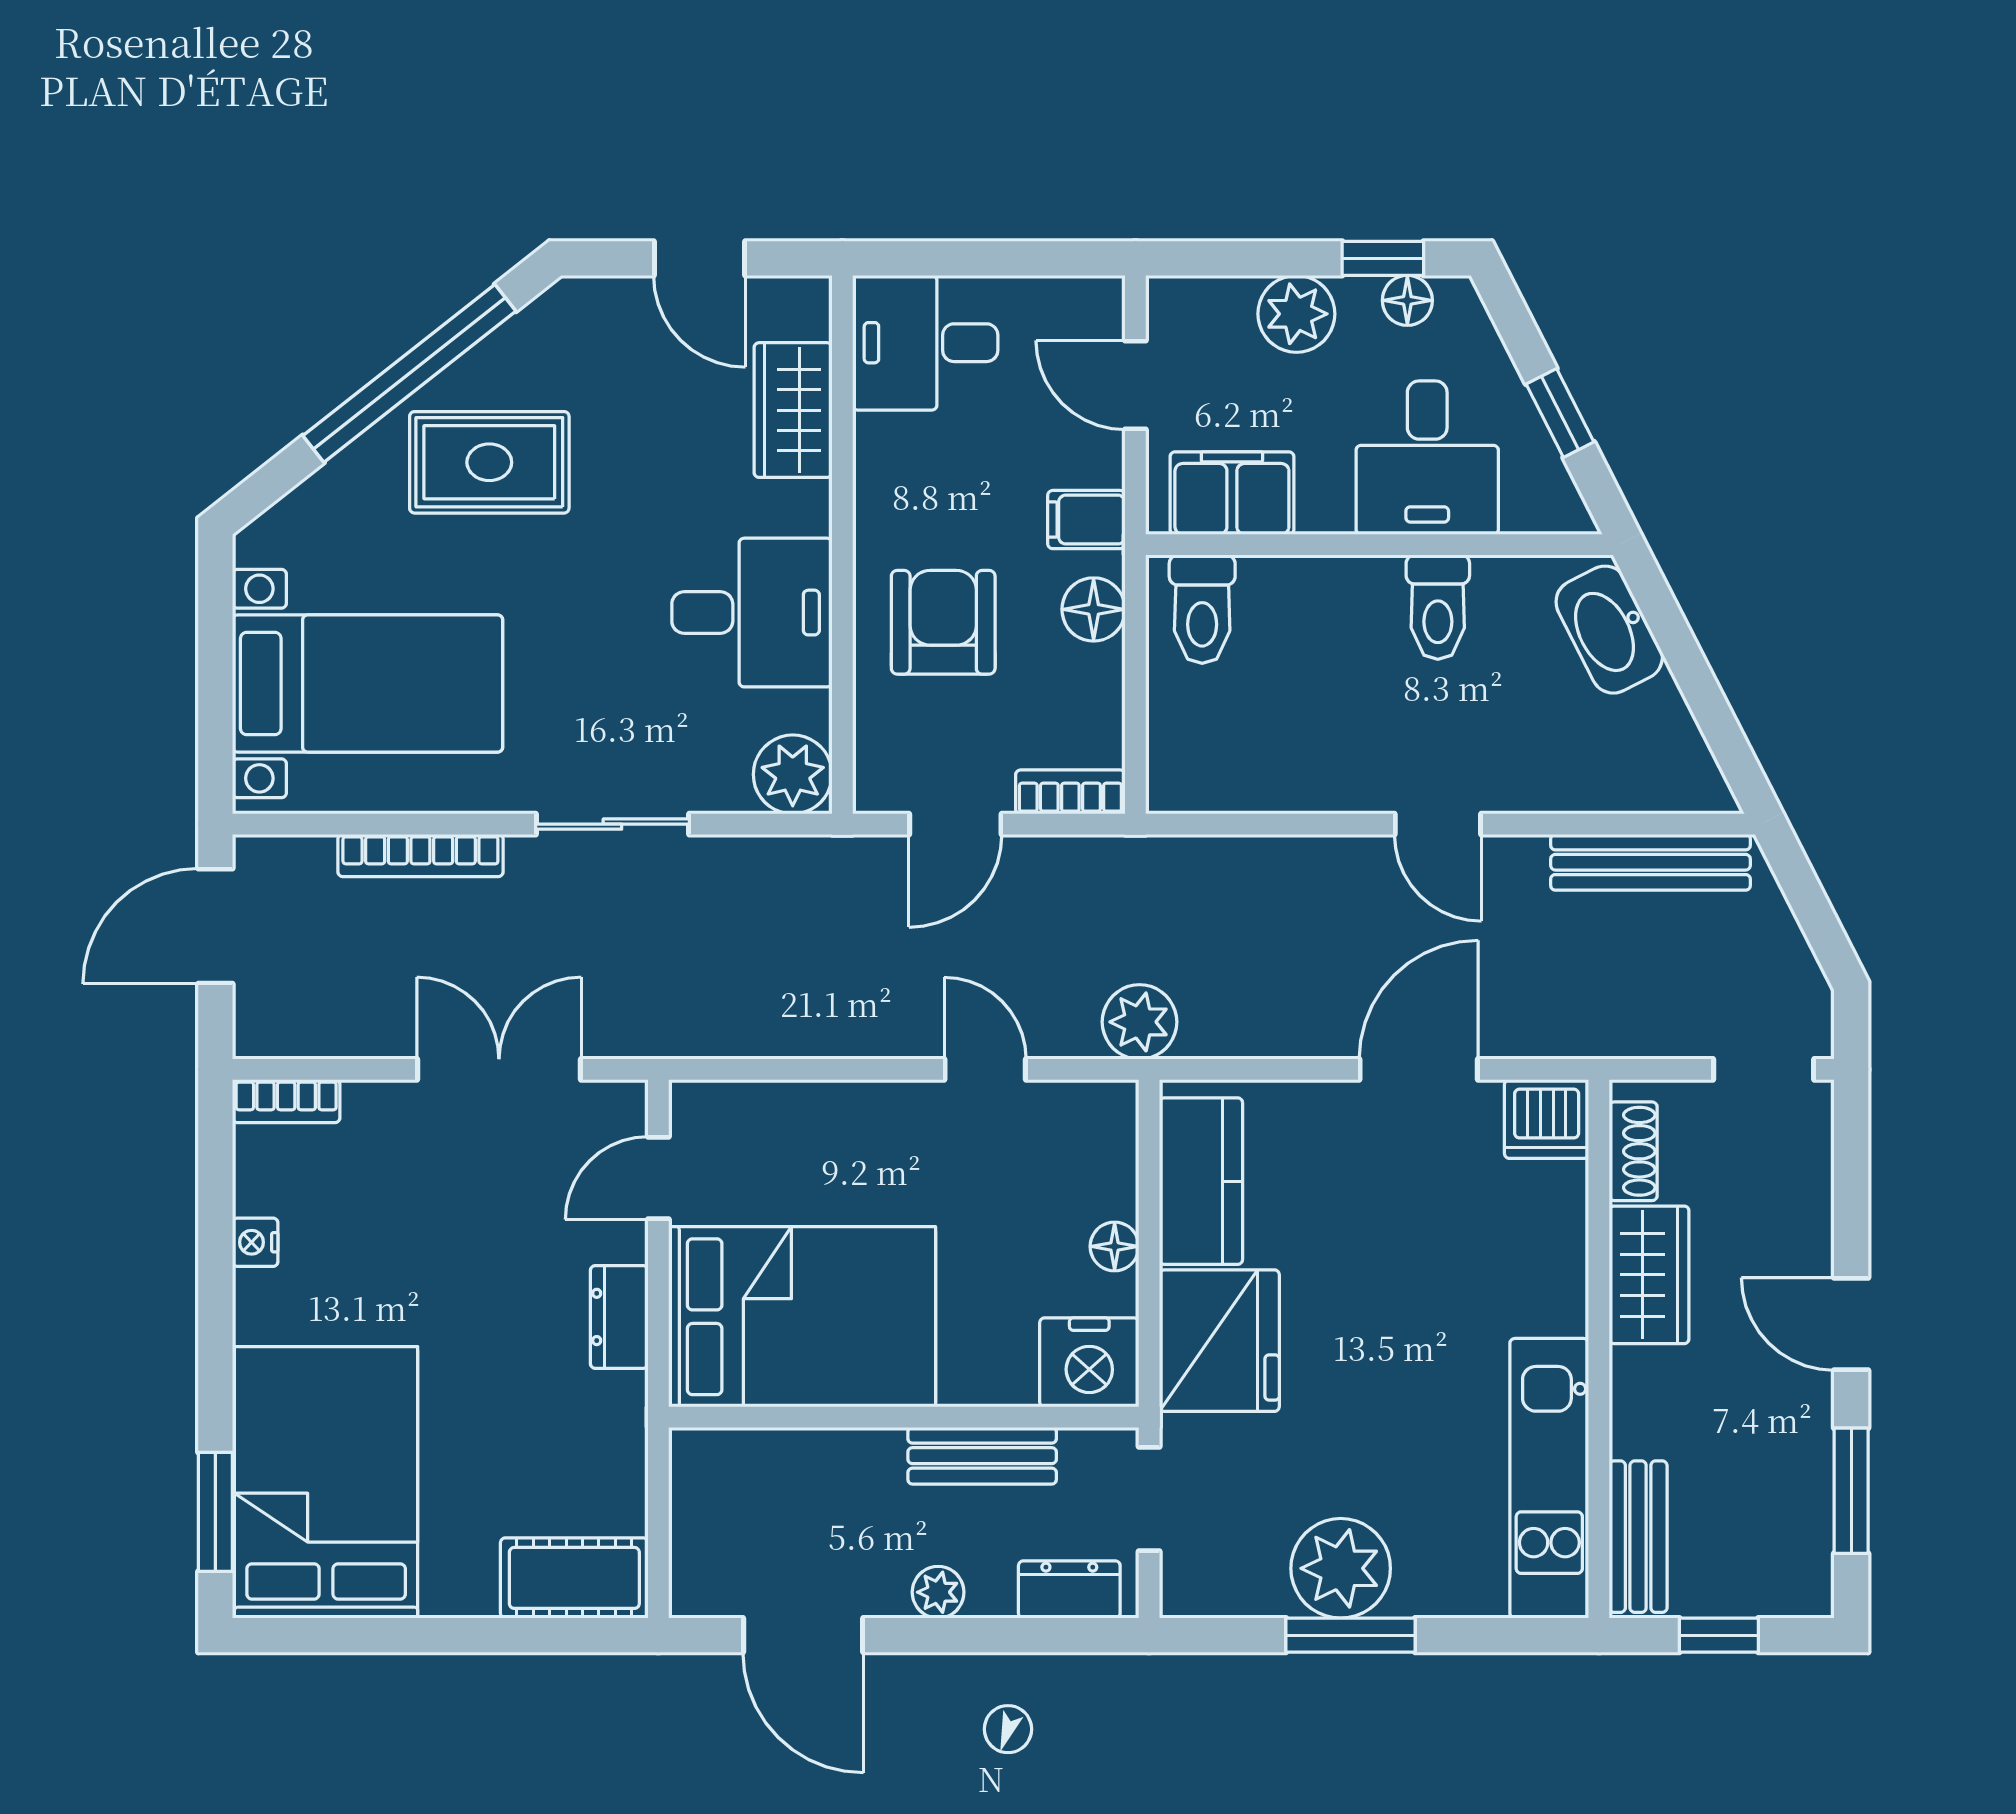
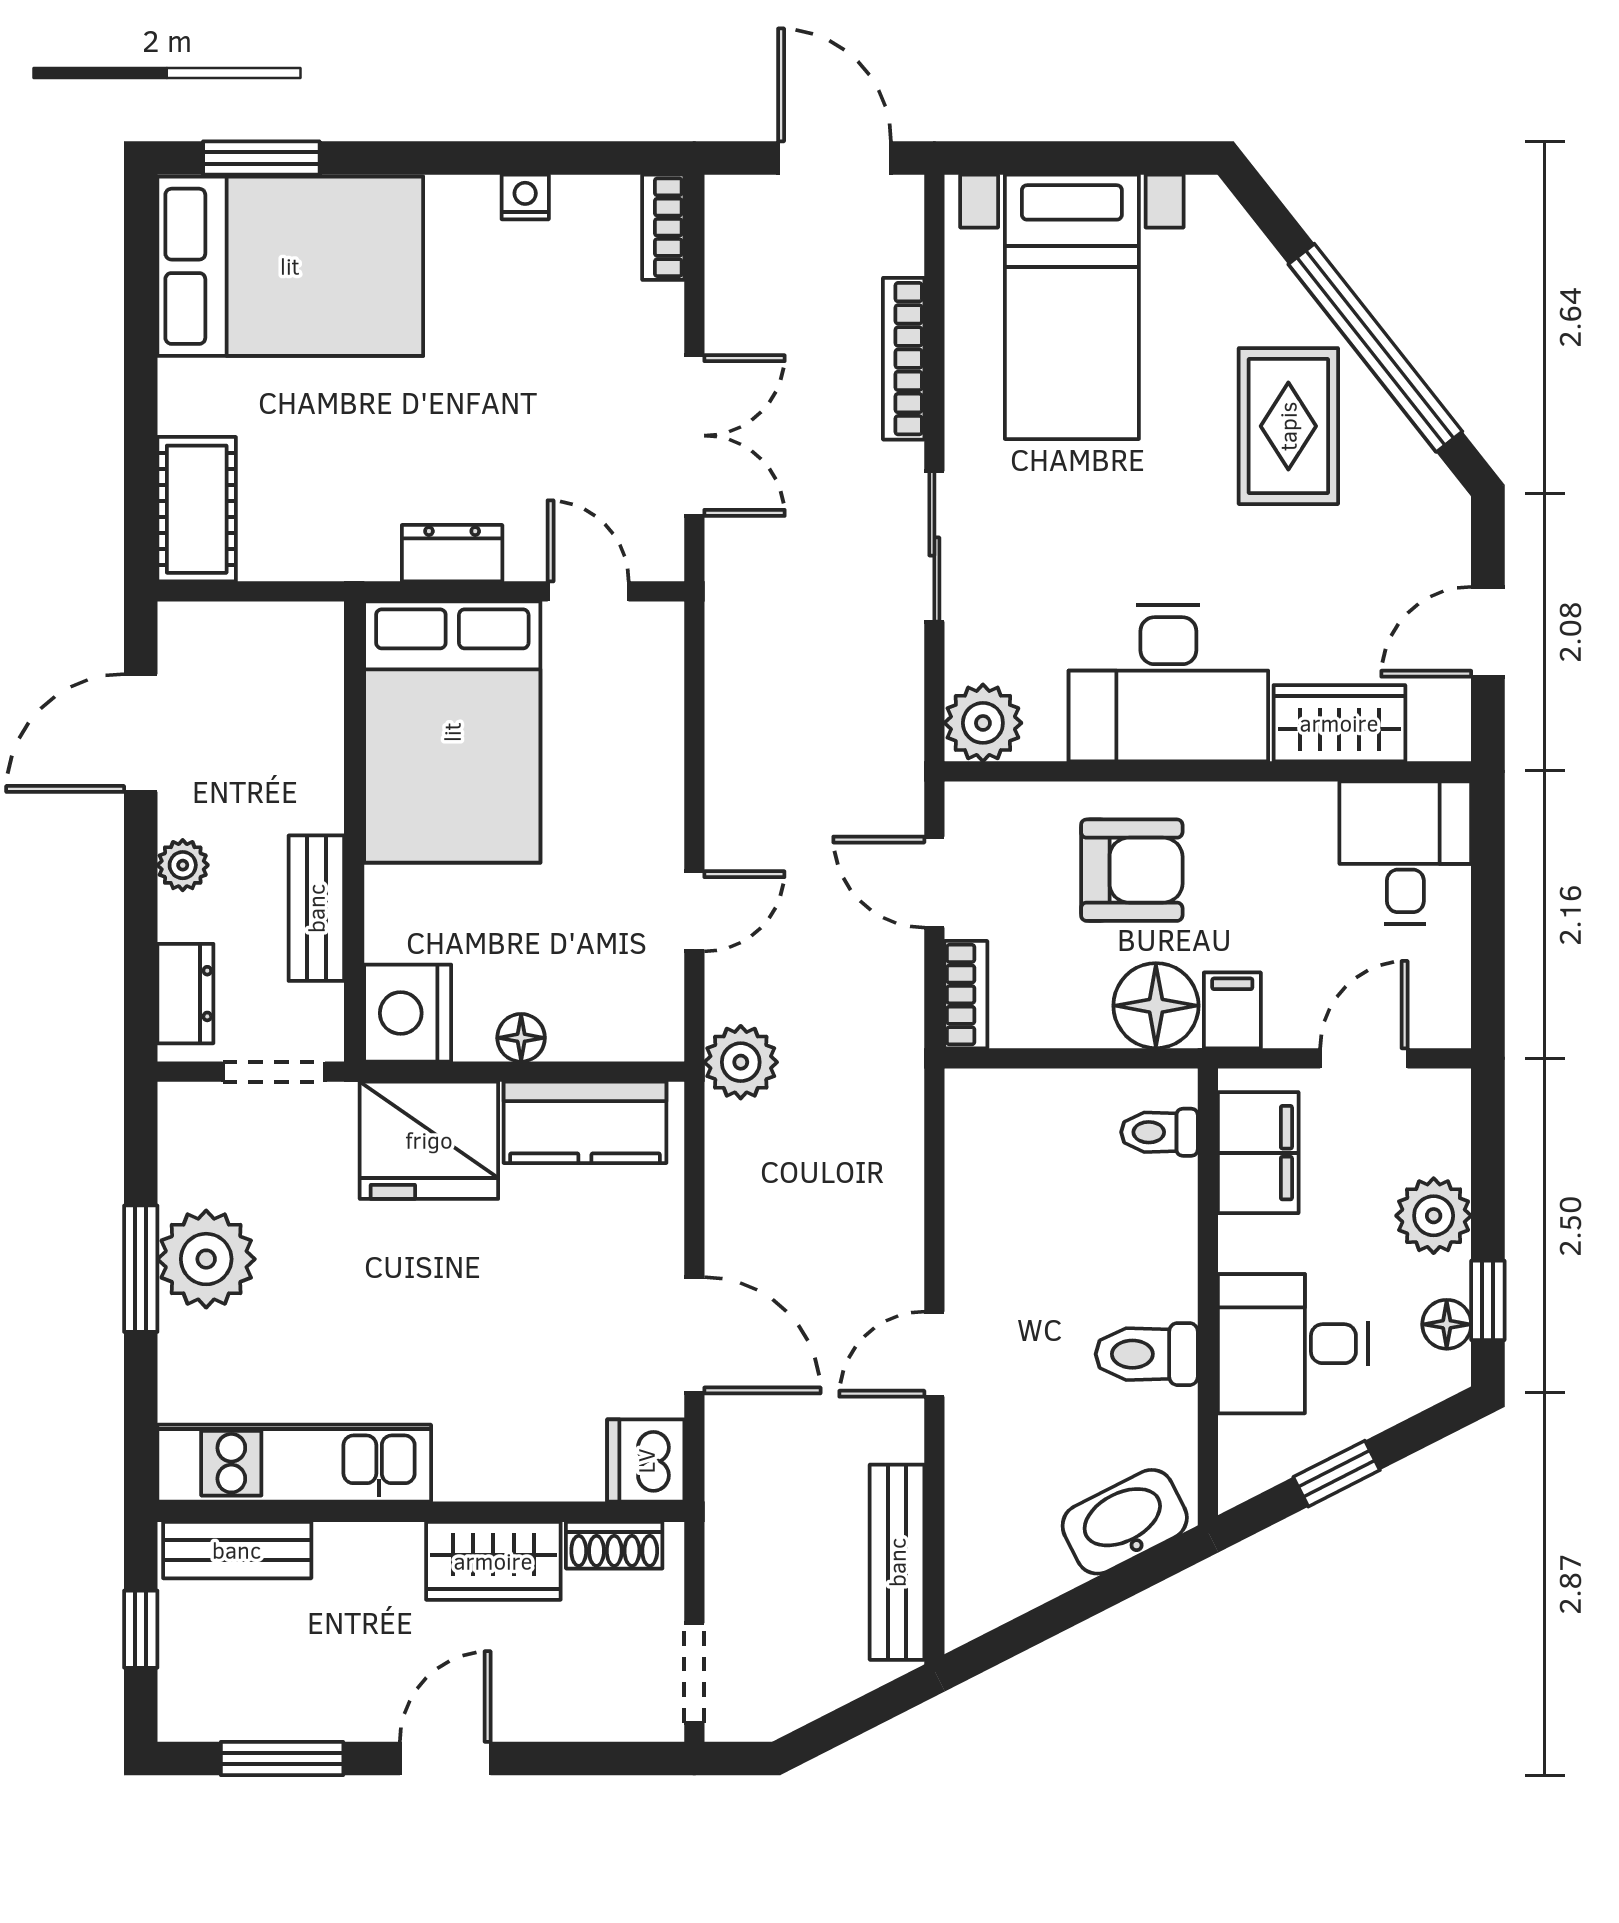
floor lamp: (1094, 609) -> (1156, 1006), width x1.38, depth x1.38
toilet: (1202, 609) -> (1159, 1132), width x0.73, depth x0.72
desk: (752, 613) -> (1168, 683), width x1.37

